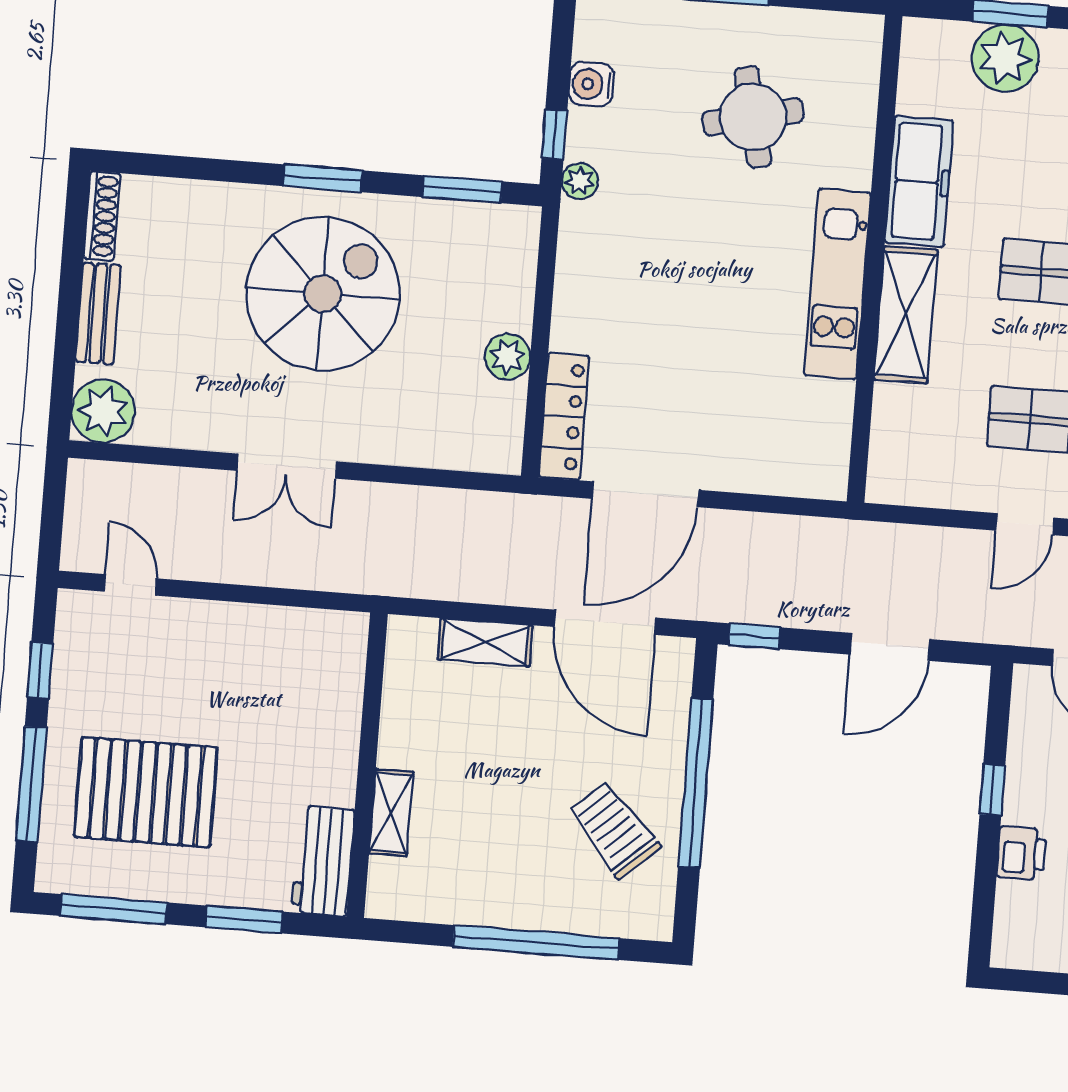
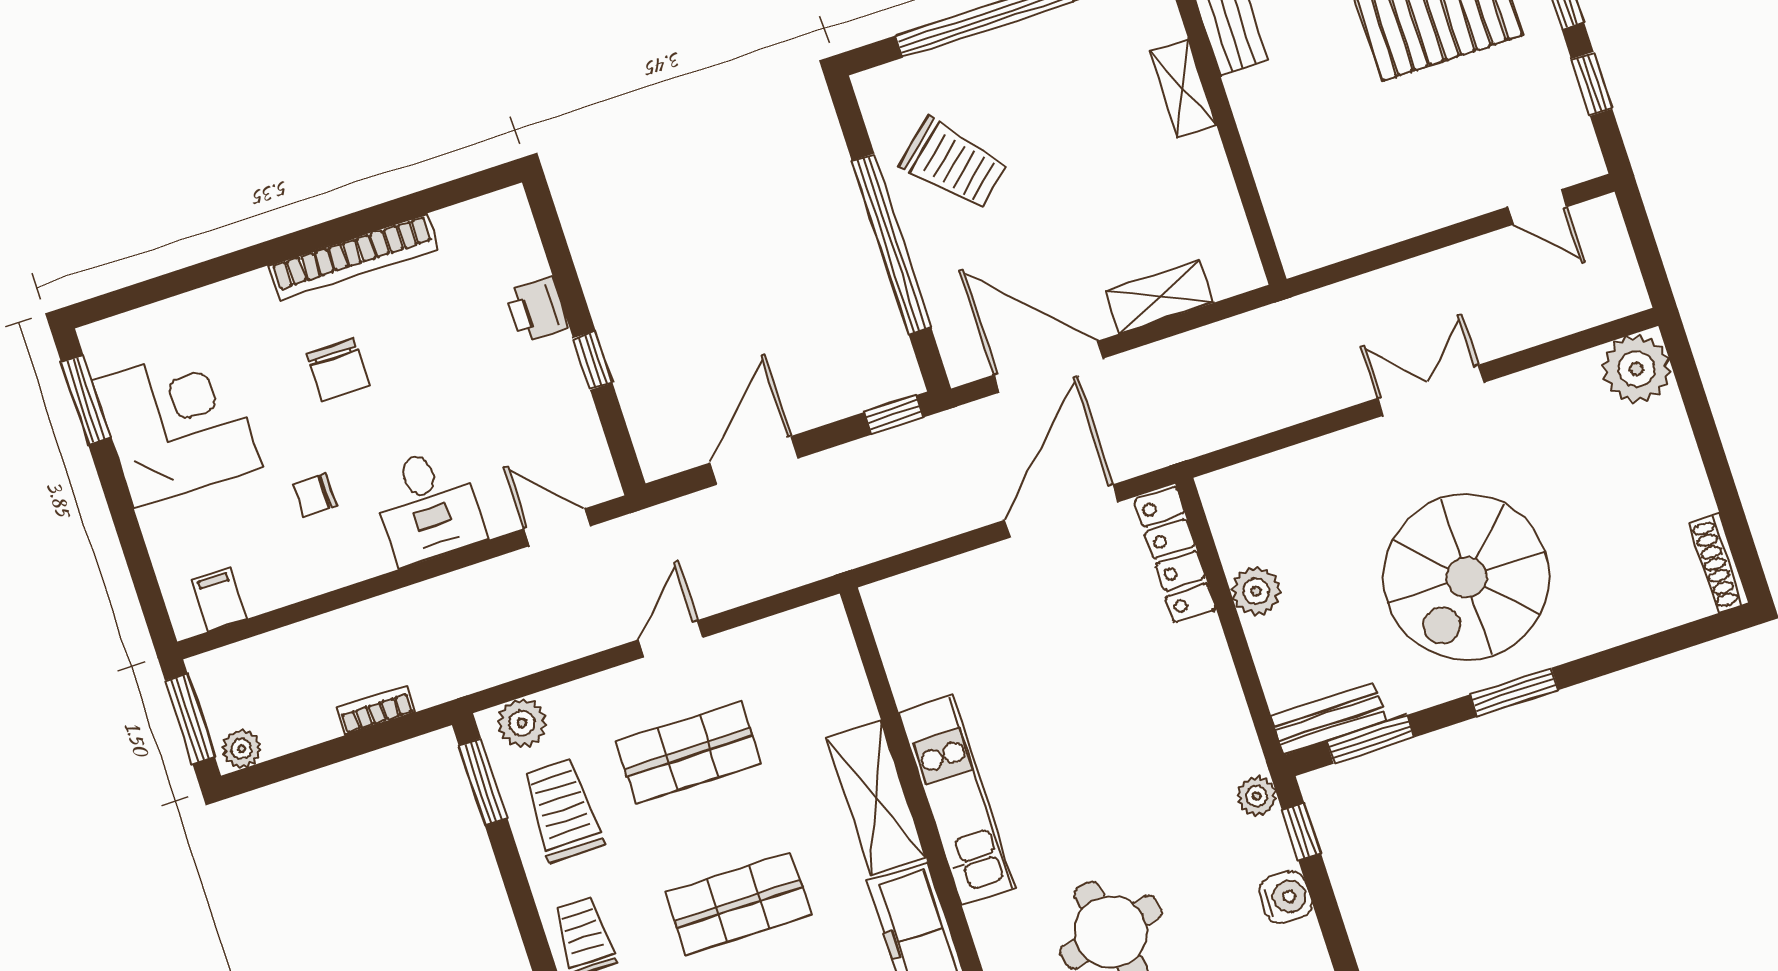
bench: (98, 313) -> (1329, 719), moved, turned 90

